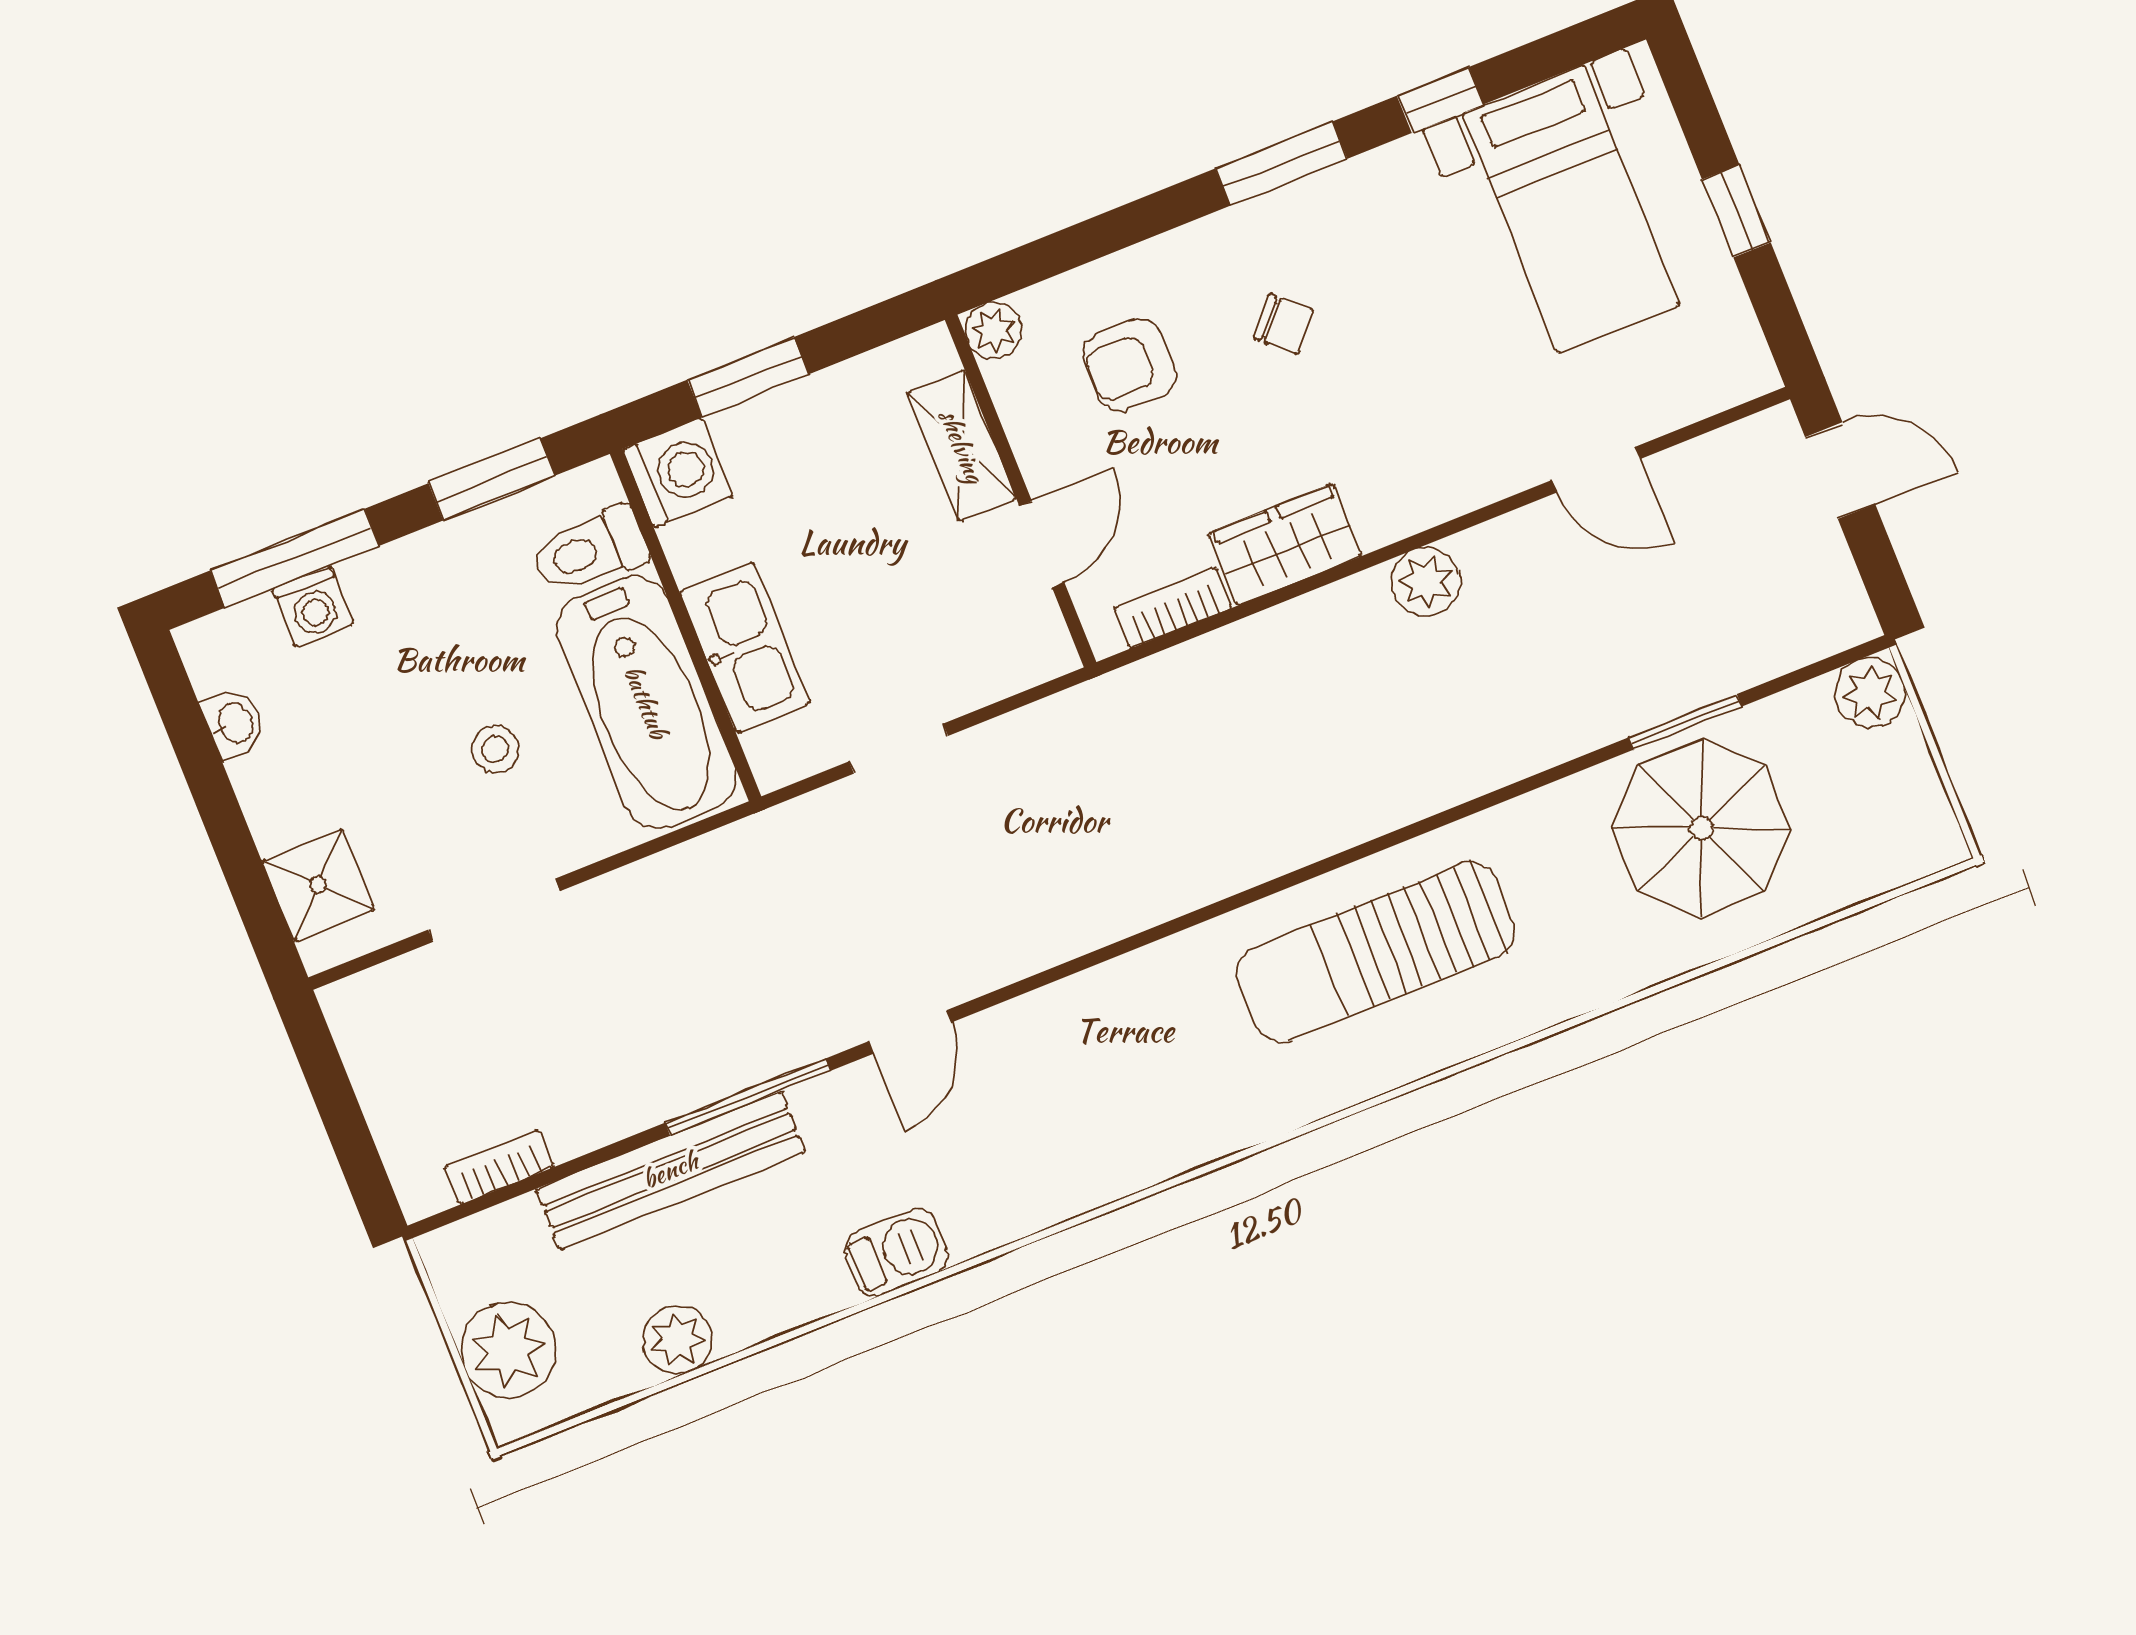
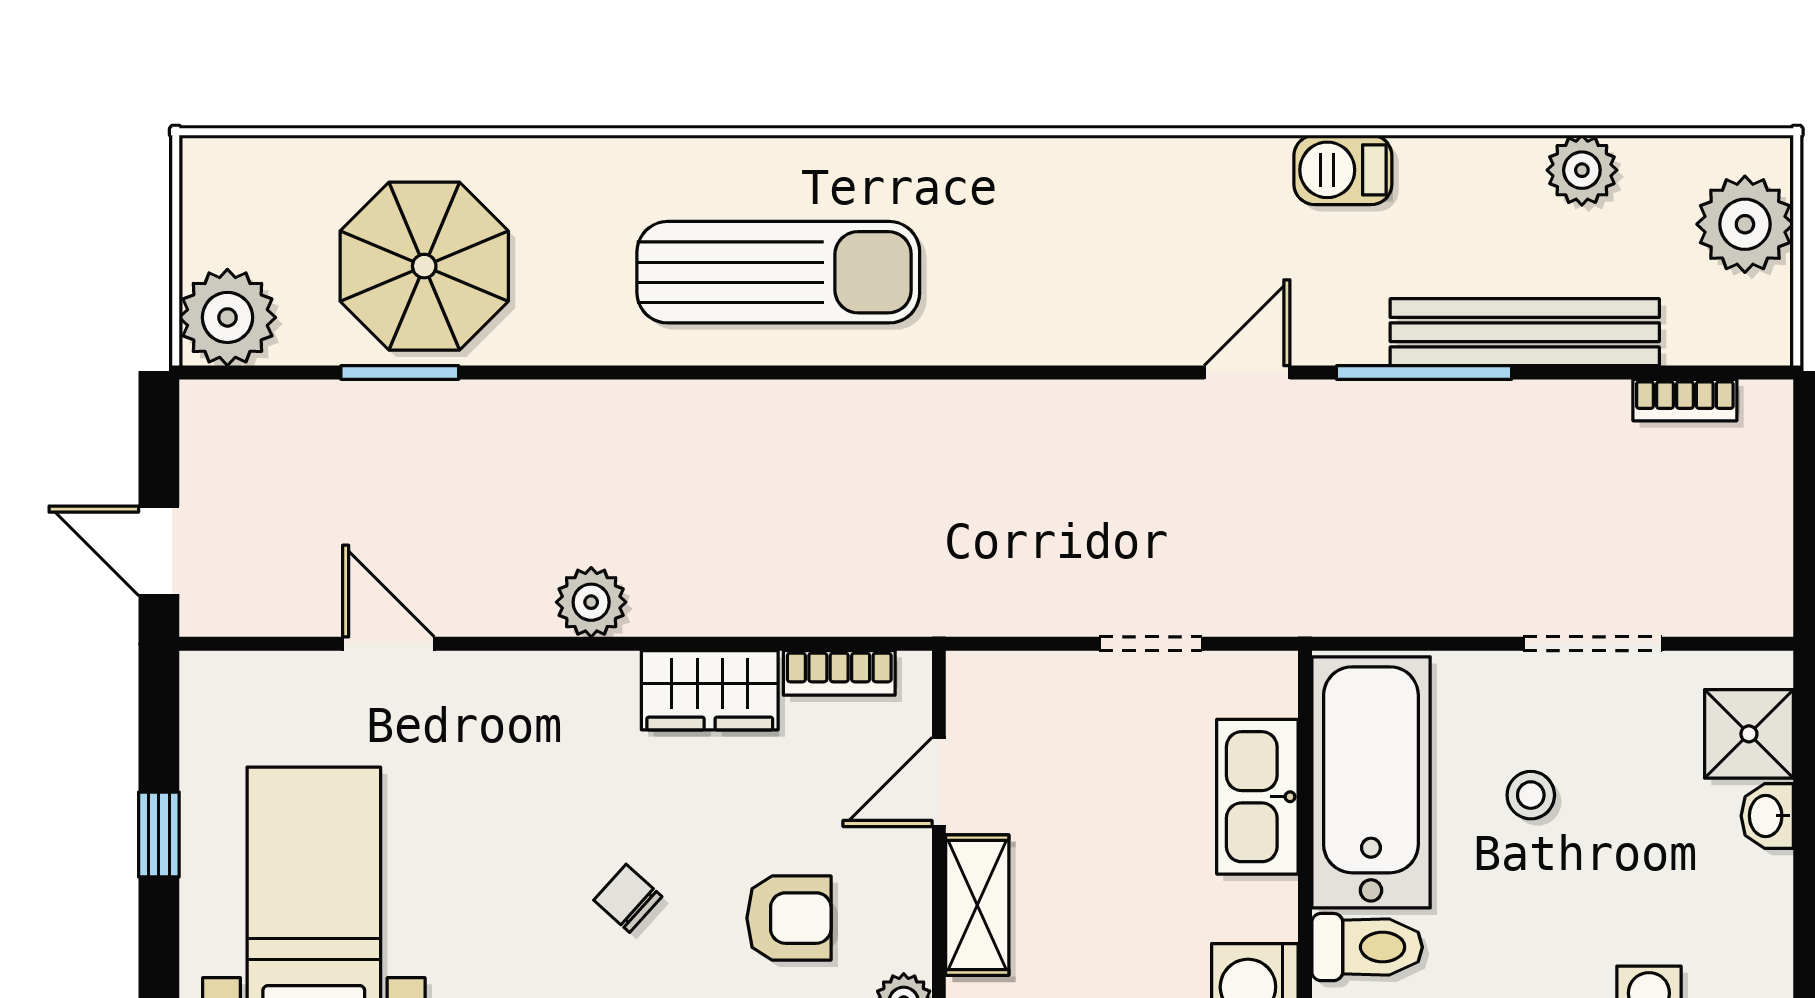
plant: (1870, 693) -> (227, 317), width x1.36, depth x1.36
washbasin: (234, 724) -> (1767, 816), moved

